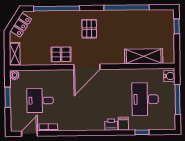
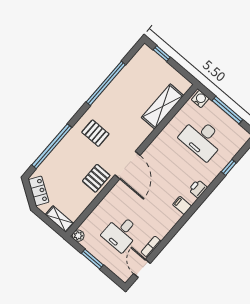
filing cabinet: (123, 124) -> (182, 205), moved

